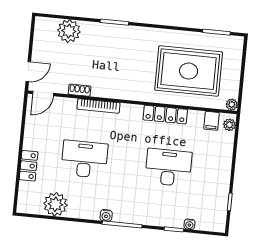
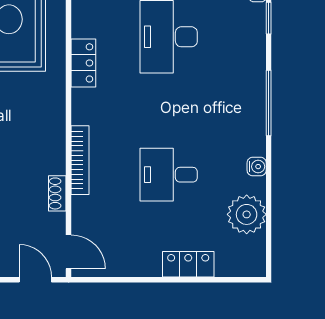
locker: (165, 115) -> (83, 63), width x0.66
desk: (84, 159) -> (169, 175), width x0.73
water cooler: (106, 215) -> (257, 167), moved

